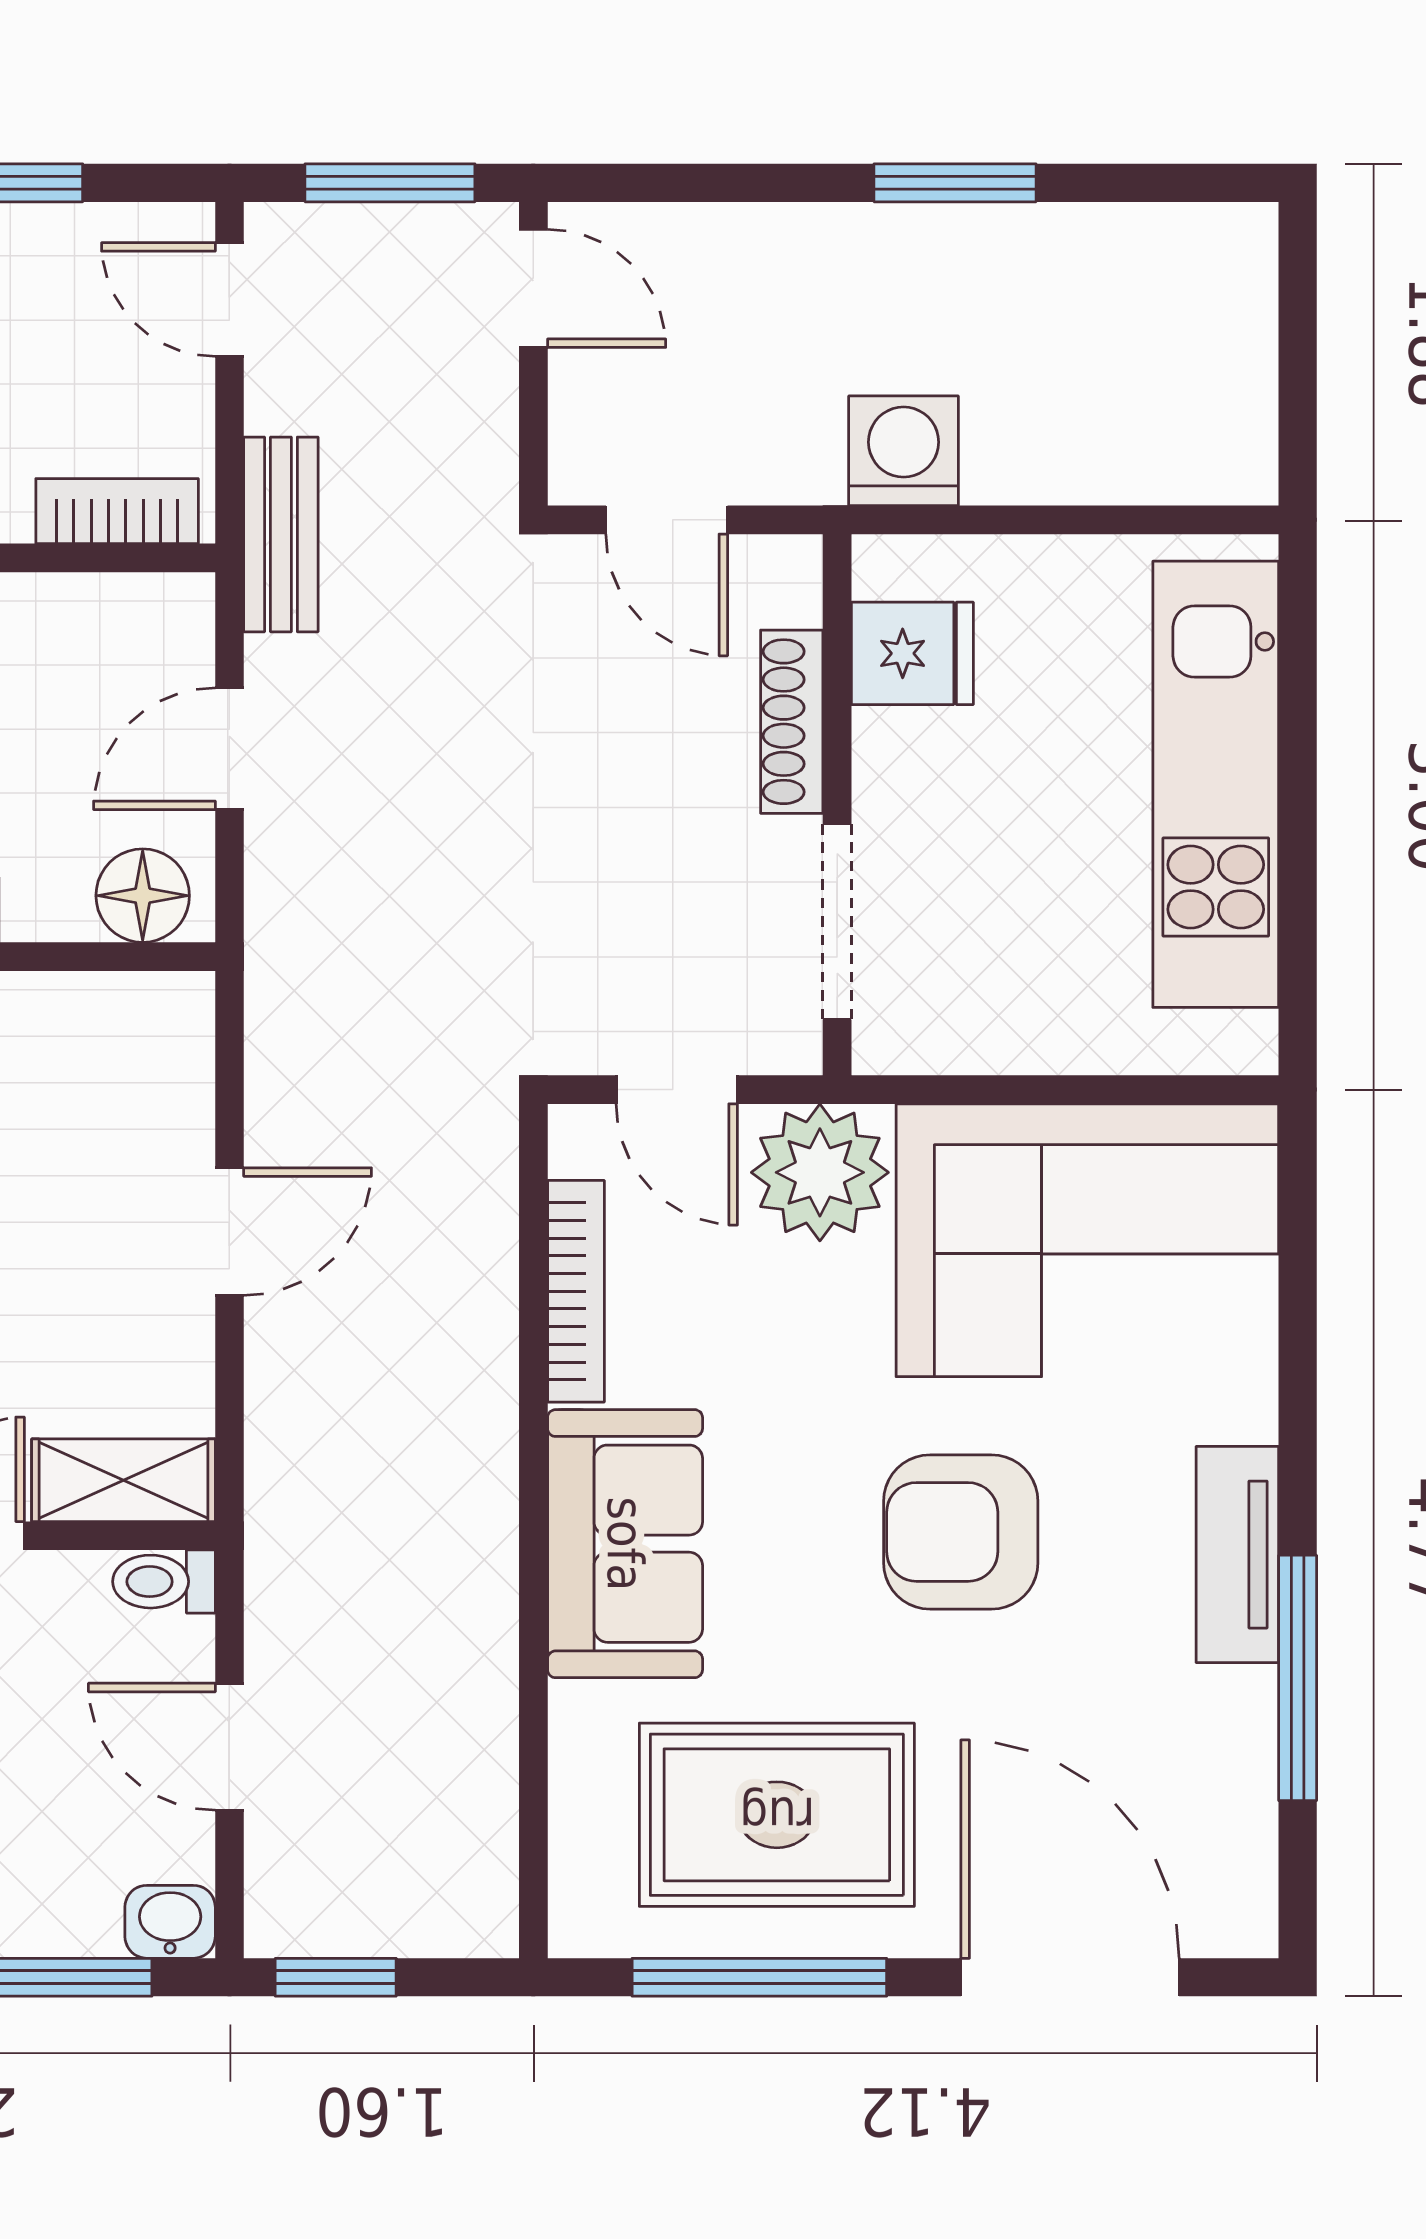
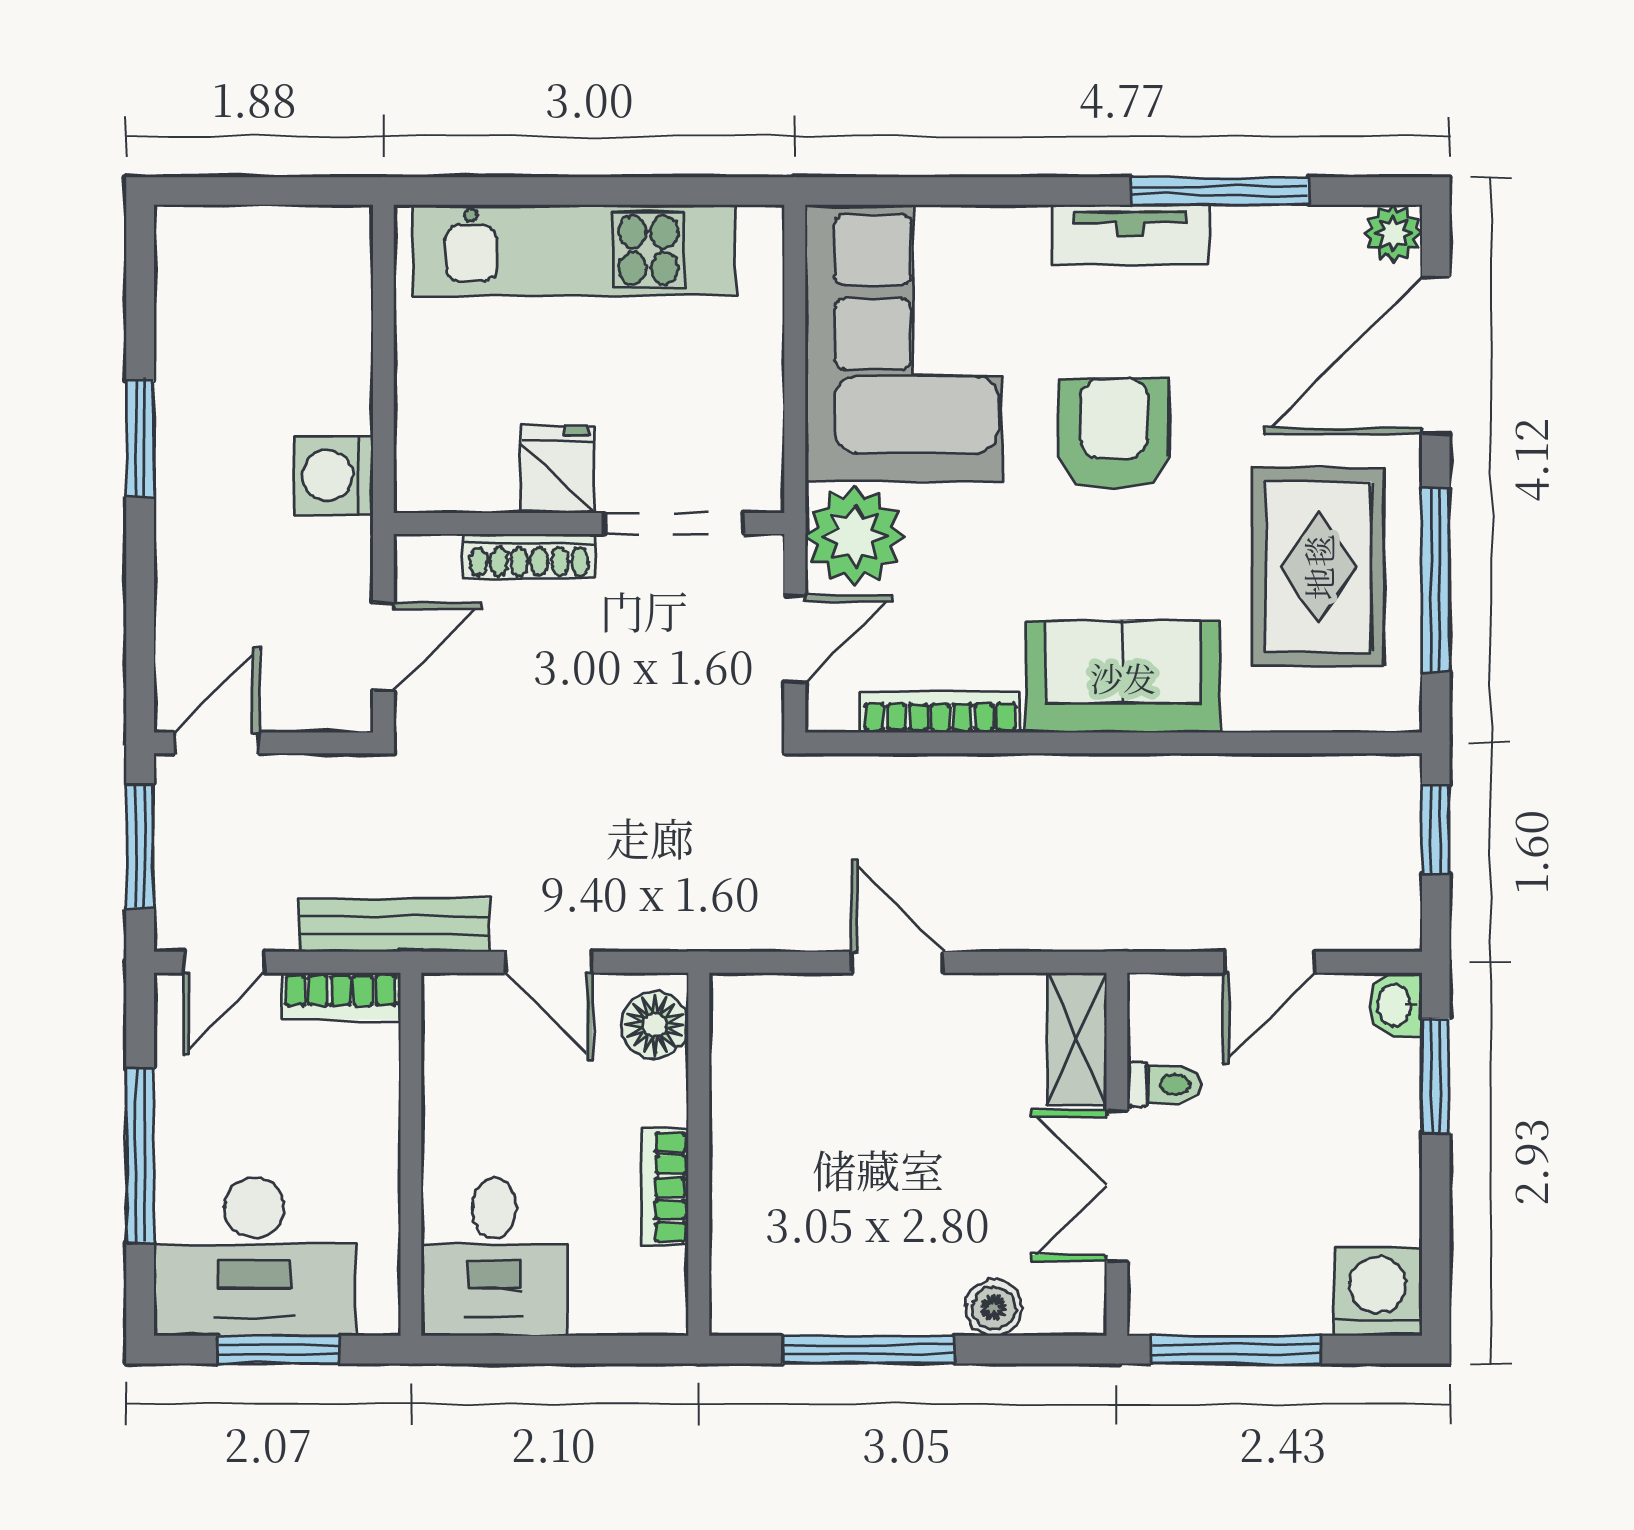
bookcase: (117, 511) -> (340, 996), moved, turned -90
bench: (281, 534) -> (394, 925), width x1.36
fridge: (912, 653) -> (558, 469), moved
armchair: (961, 1532) -> (1114, 434), turned 180
toilet: (164, 1582) -> (1164, 1085), moved, turned -90
plant: (1239, 1918) -> (1393, 233), added
window: (336, 1977) -> (1436, 829), moved

